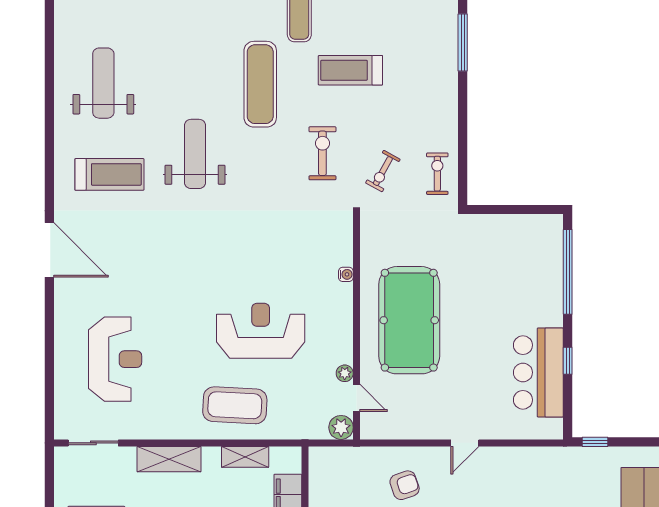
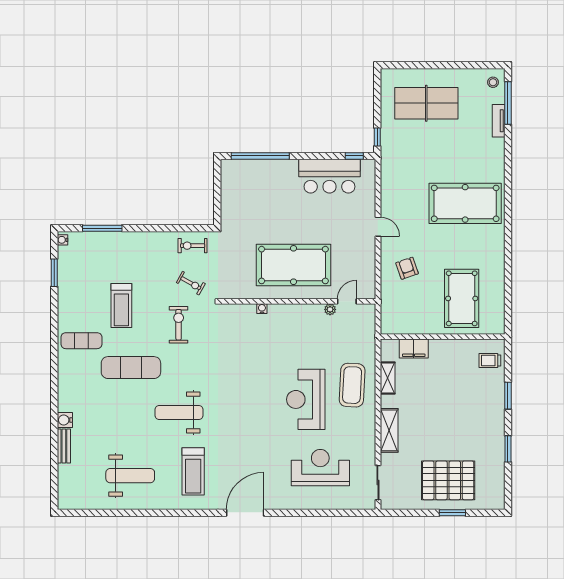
weight bench: (103, 83) -> (130, 476), turned 180
exercise bike: (322, 153) -> (179, 325), turned 90
treadmill: (109, 174) -> (193, 471), turned 180
reception desk: (261, 331) -> (306, 399), moved
window: (568, 361) -> (354, 156), moved
plant: (341, 427) -> (367, 312), removed

